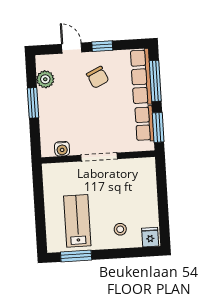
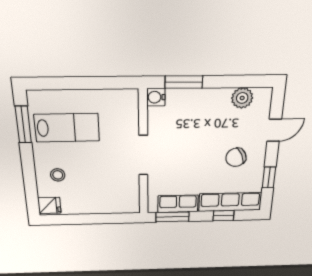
window: (102, 46) -> (269, 177), moved
window: (155, 81) -> (223, 216), width x0.46
window: (33, 103) -> (184, 82), moved
water cooler: (62, 149) -> (156, 97), moved

